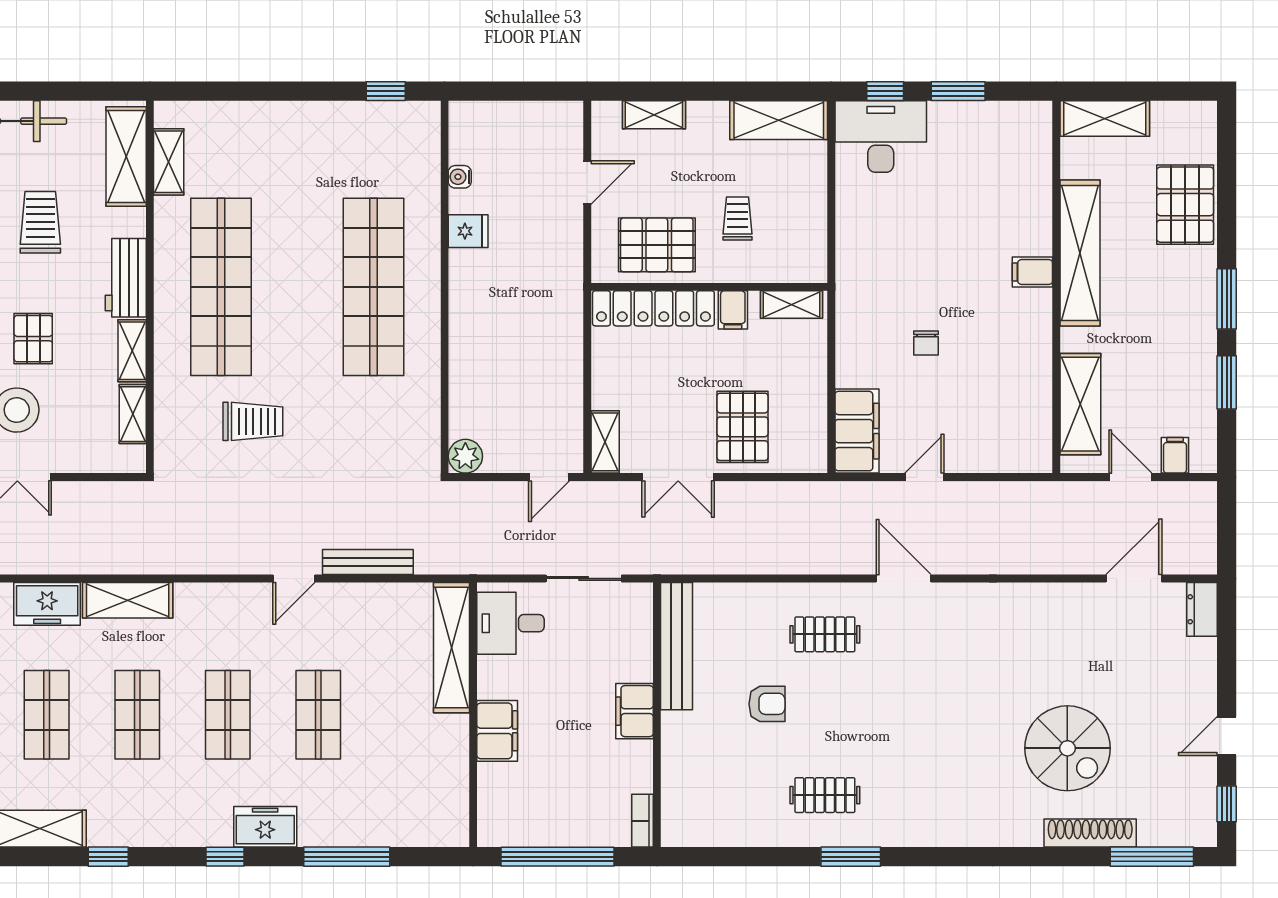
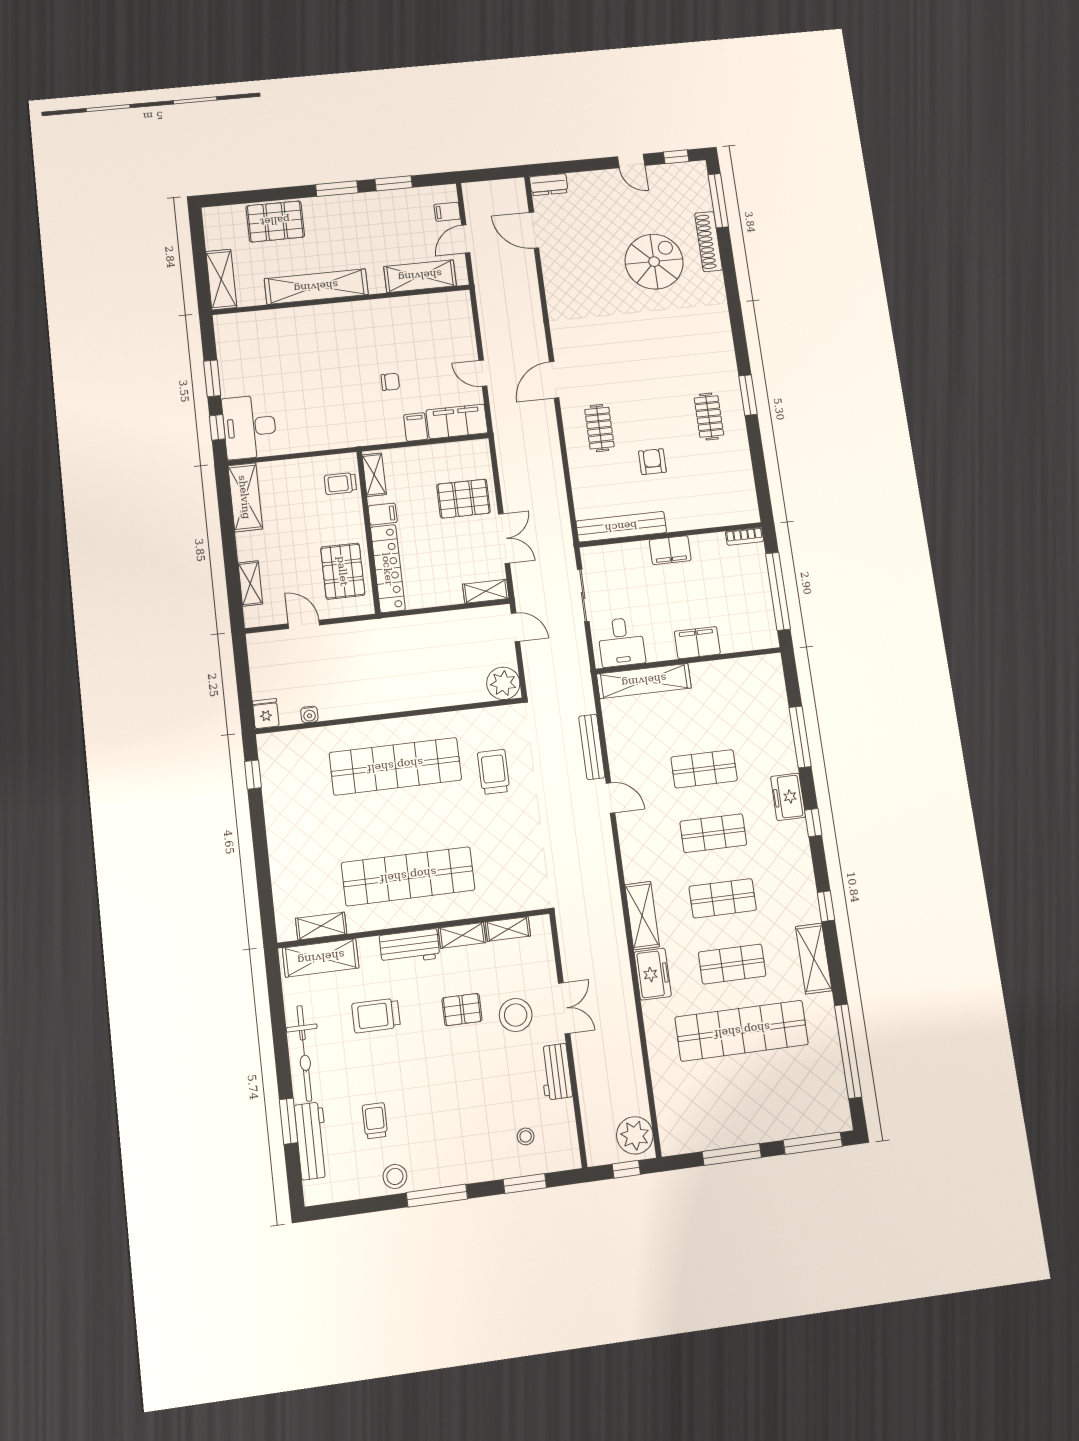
trolley: (738, 219) -> (340, 484), moved
fridge: (468, 231) -> (266, 714), moved
filing cabinet: (1032, 272) -> (416, 427), moved, turned 180
trolley: (253, 421) -> (494, 772), moved
plant: (465, 456) -> (503, 683), width x1.36, depth x1.36

